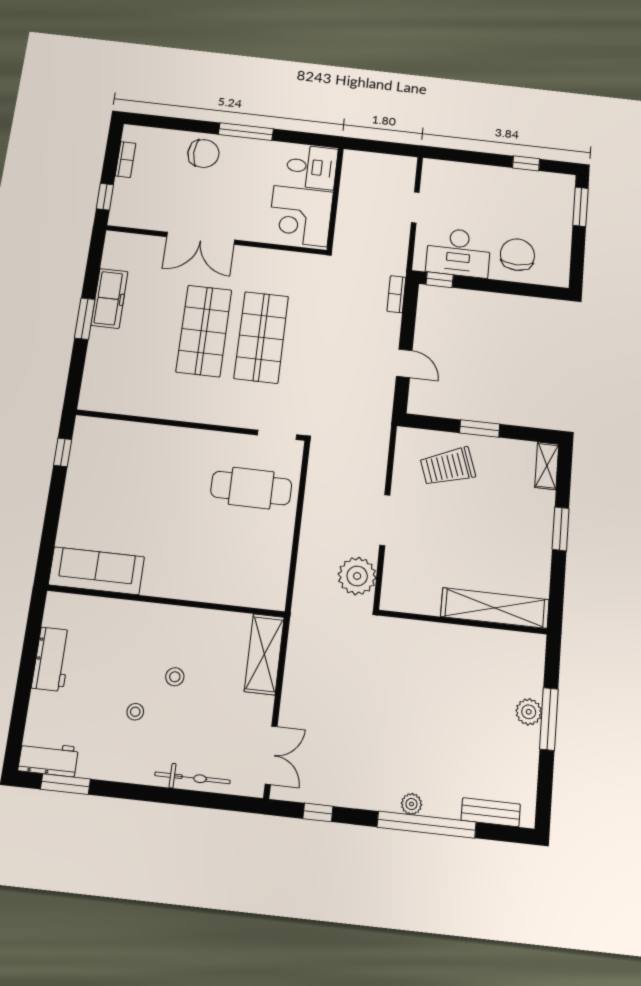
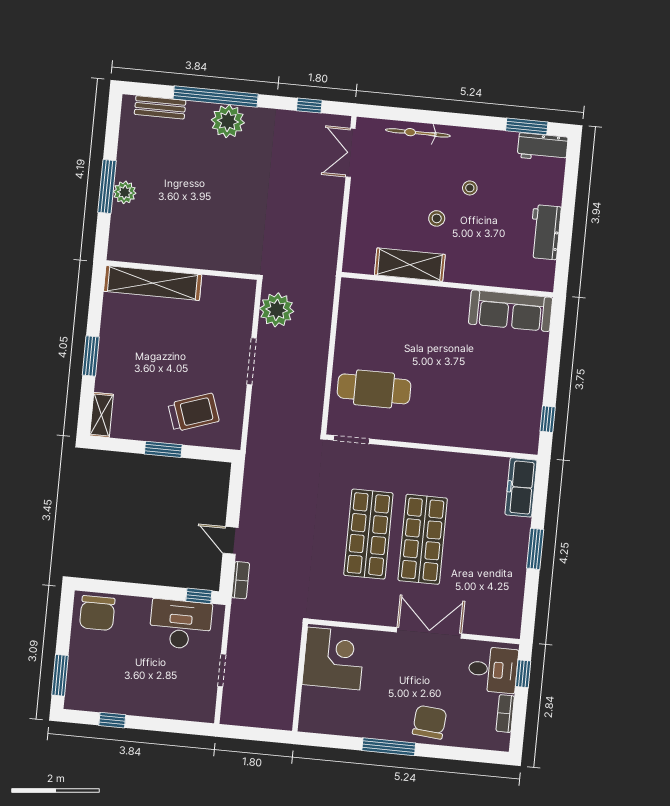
chair: (203, 153) -> (430, 722), turned 95
desk: (312, 167) -> (493, 670), moved, turned 180
chair: (517, 255) -> (97, 613), moved
freezer: (109, 298) -> (521, 487), moved
door: (404, 363) -> (230, 540), moved
shelving: (264, 654) -> (410, 265), moved, turned 90
plant: (411, 804) -> (228, 121), width x1.87, depth x1.87

